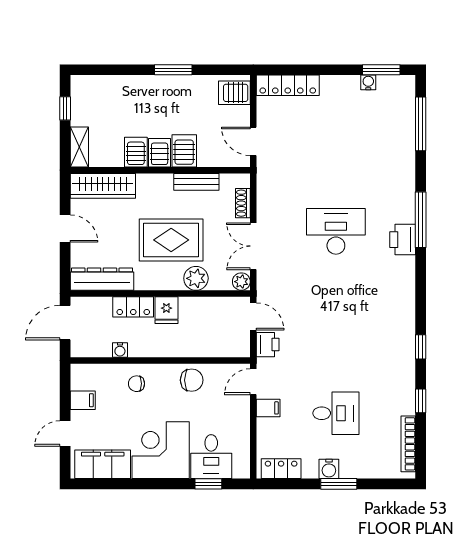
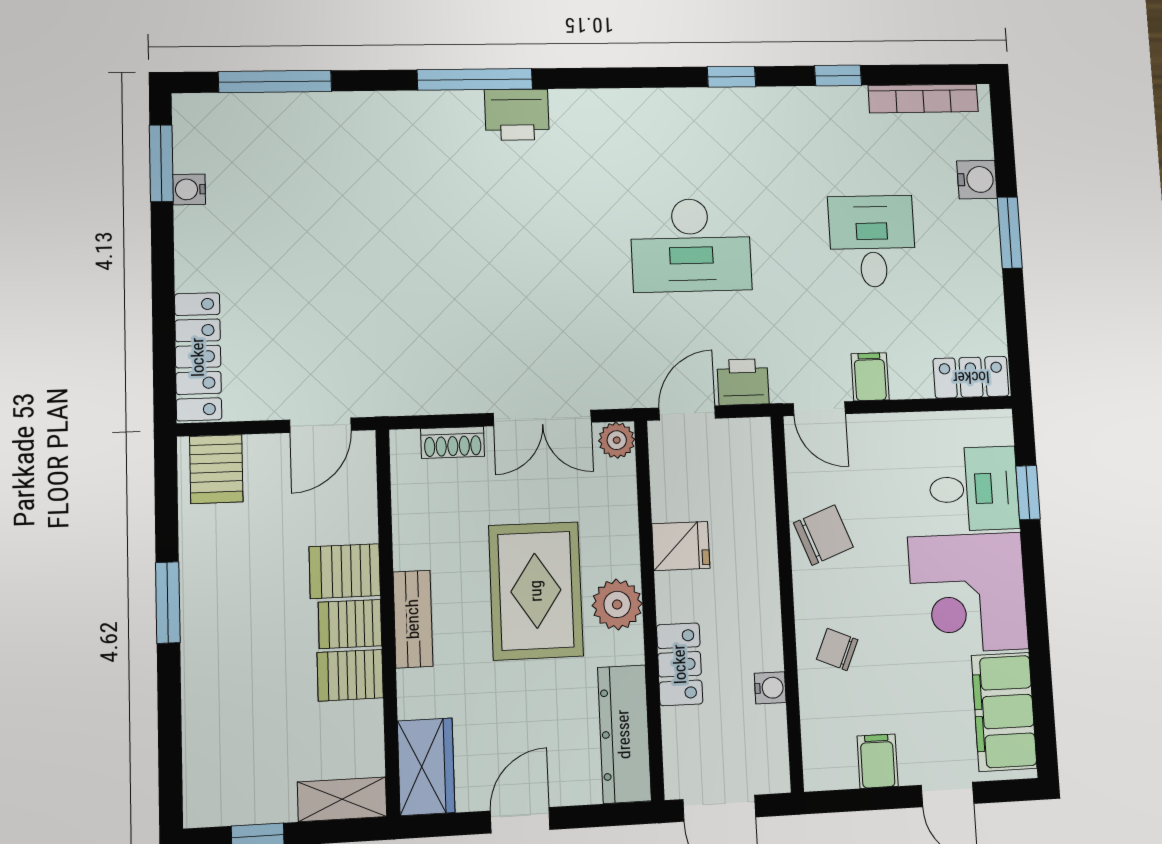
bench: (196, 182) -> (413, 619), moved
wardrobe: (103, 186) -> (426, 767), width x0.67
desk: (336, 231) -> (691, 245), moved, turned -90
plant: (196, 278) -> (617, 604), moved
fridge: (166, 310) -> (681, 546), moved
chair: (192, 380) -> (823, 535), turned 69
chair: (137, 384) -> (837, 649), turned 113
locker: (281, 469) -> (971, 377), moved, turned 90
water cooler: (329, 469) -> (977, 180), moved

